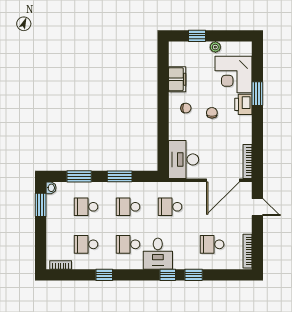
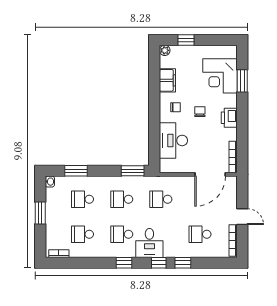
plant: (215, 47) -> (165, 50), moved
window: (257, 94) -> (242, 81), moved
printer: (243, 104) -> (229, 118), moved
desk: (184, 159) -> (173, 140), moved
window: (120, 176) -> (133, 171), moved
window: (41, 205) -> (40, 213), moved
door: (257, 207) -> (242, 217), moved
window: (104, 275) -> (124, 263), moved

